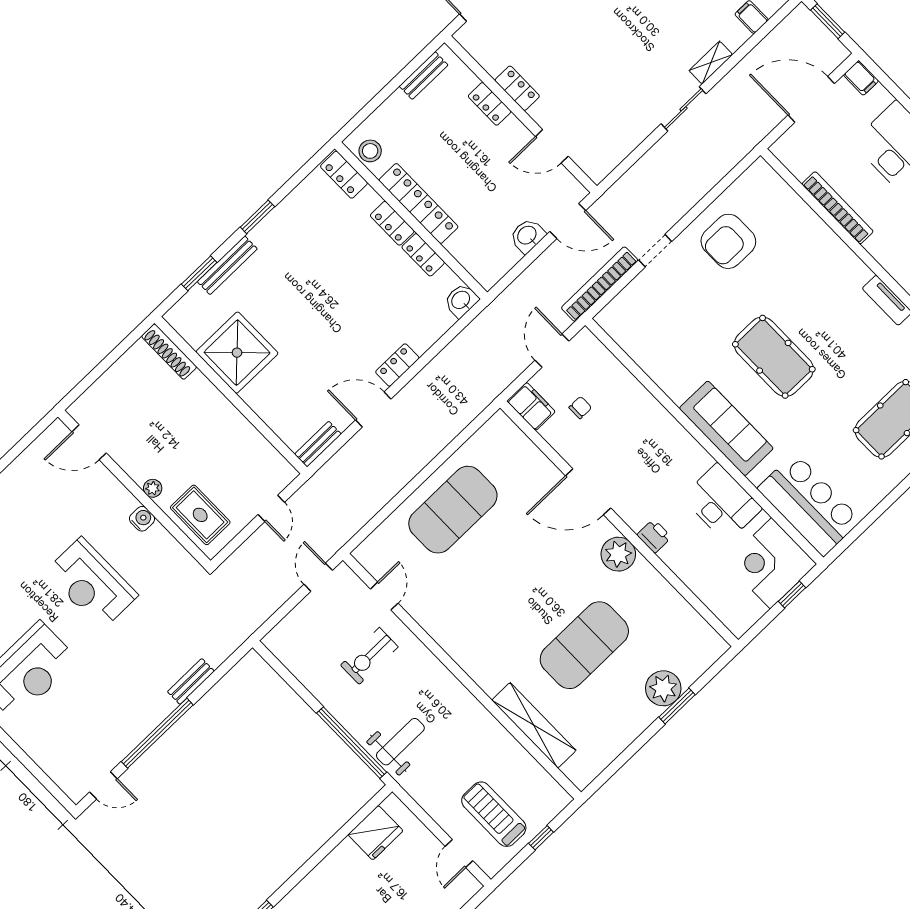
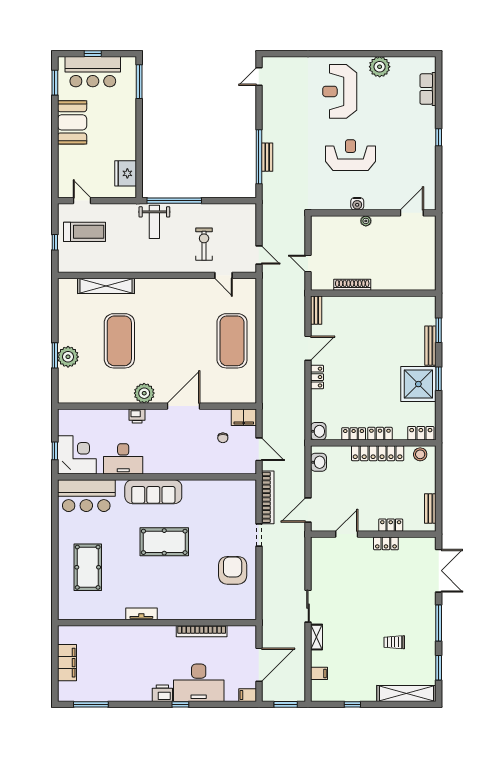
washbasin: (527, 236) -> (319, 462), moved
shoe rack: (169, 352) -> (352, 285), moved
shower: (237, 353) -> (418, 384), moved
rug: (200, 515) -> (335, 230), removed
window: (157, 733) -> (259, 157), moved

